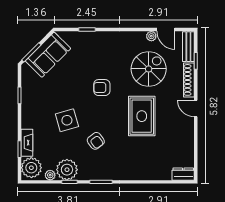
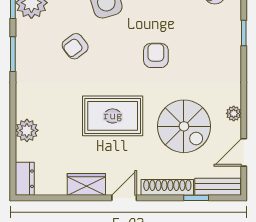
plant: (151, 36) -> (234, 113), moved
wardrobe: (187, 133) -> (86, 184), added
plant: (151, 173) -> (27, 130), added

